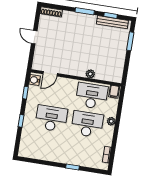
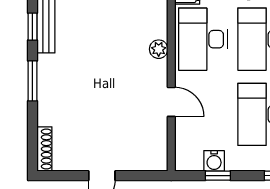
door: (50, 74) -> (171, 102), moved
water cooler: (35, 80) -> (214, 161), moved

